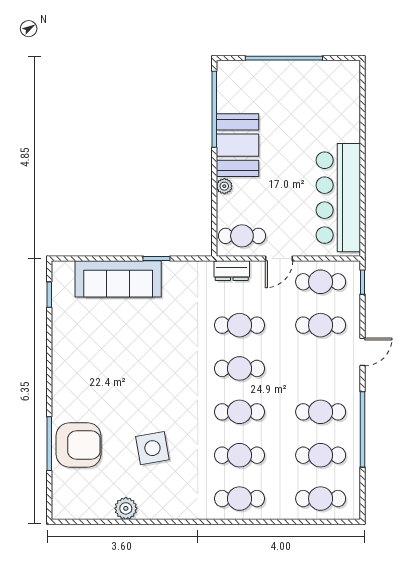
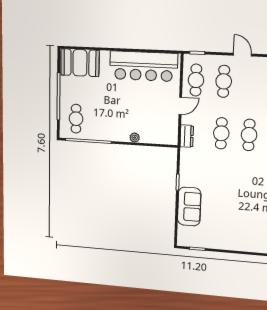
booth: (237, 145) -> (80, 63), moved
cafe table: (242, 236) -> (76, 119), moved
door: (279, 259) -> (180, 106), hinge flipped
sofa: (118, 279) -> (189, 207), width x0.73

